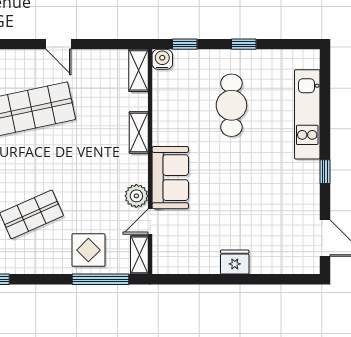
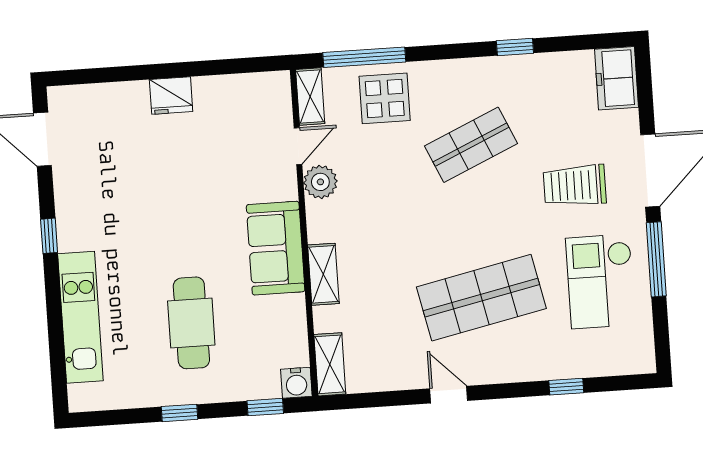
sofa: (170, 178) -> (276, 248), moved

